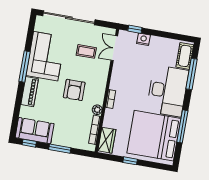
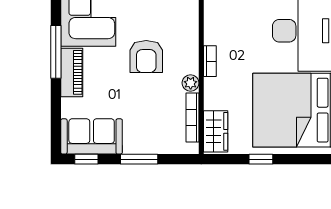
window: (25, 67) -> (56, 52), moved

